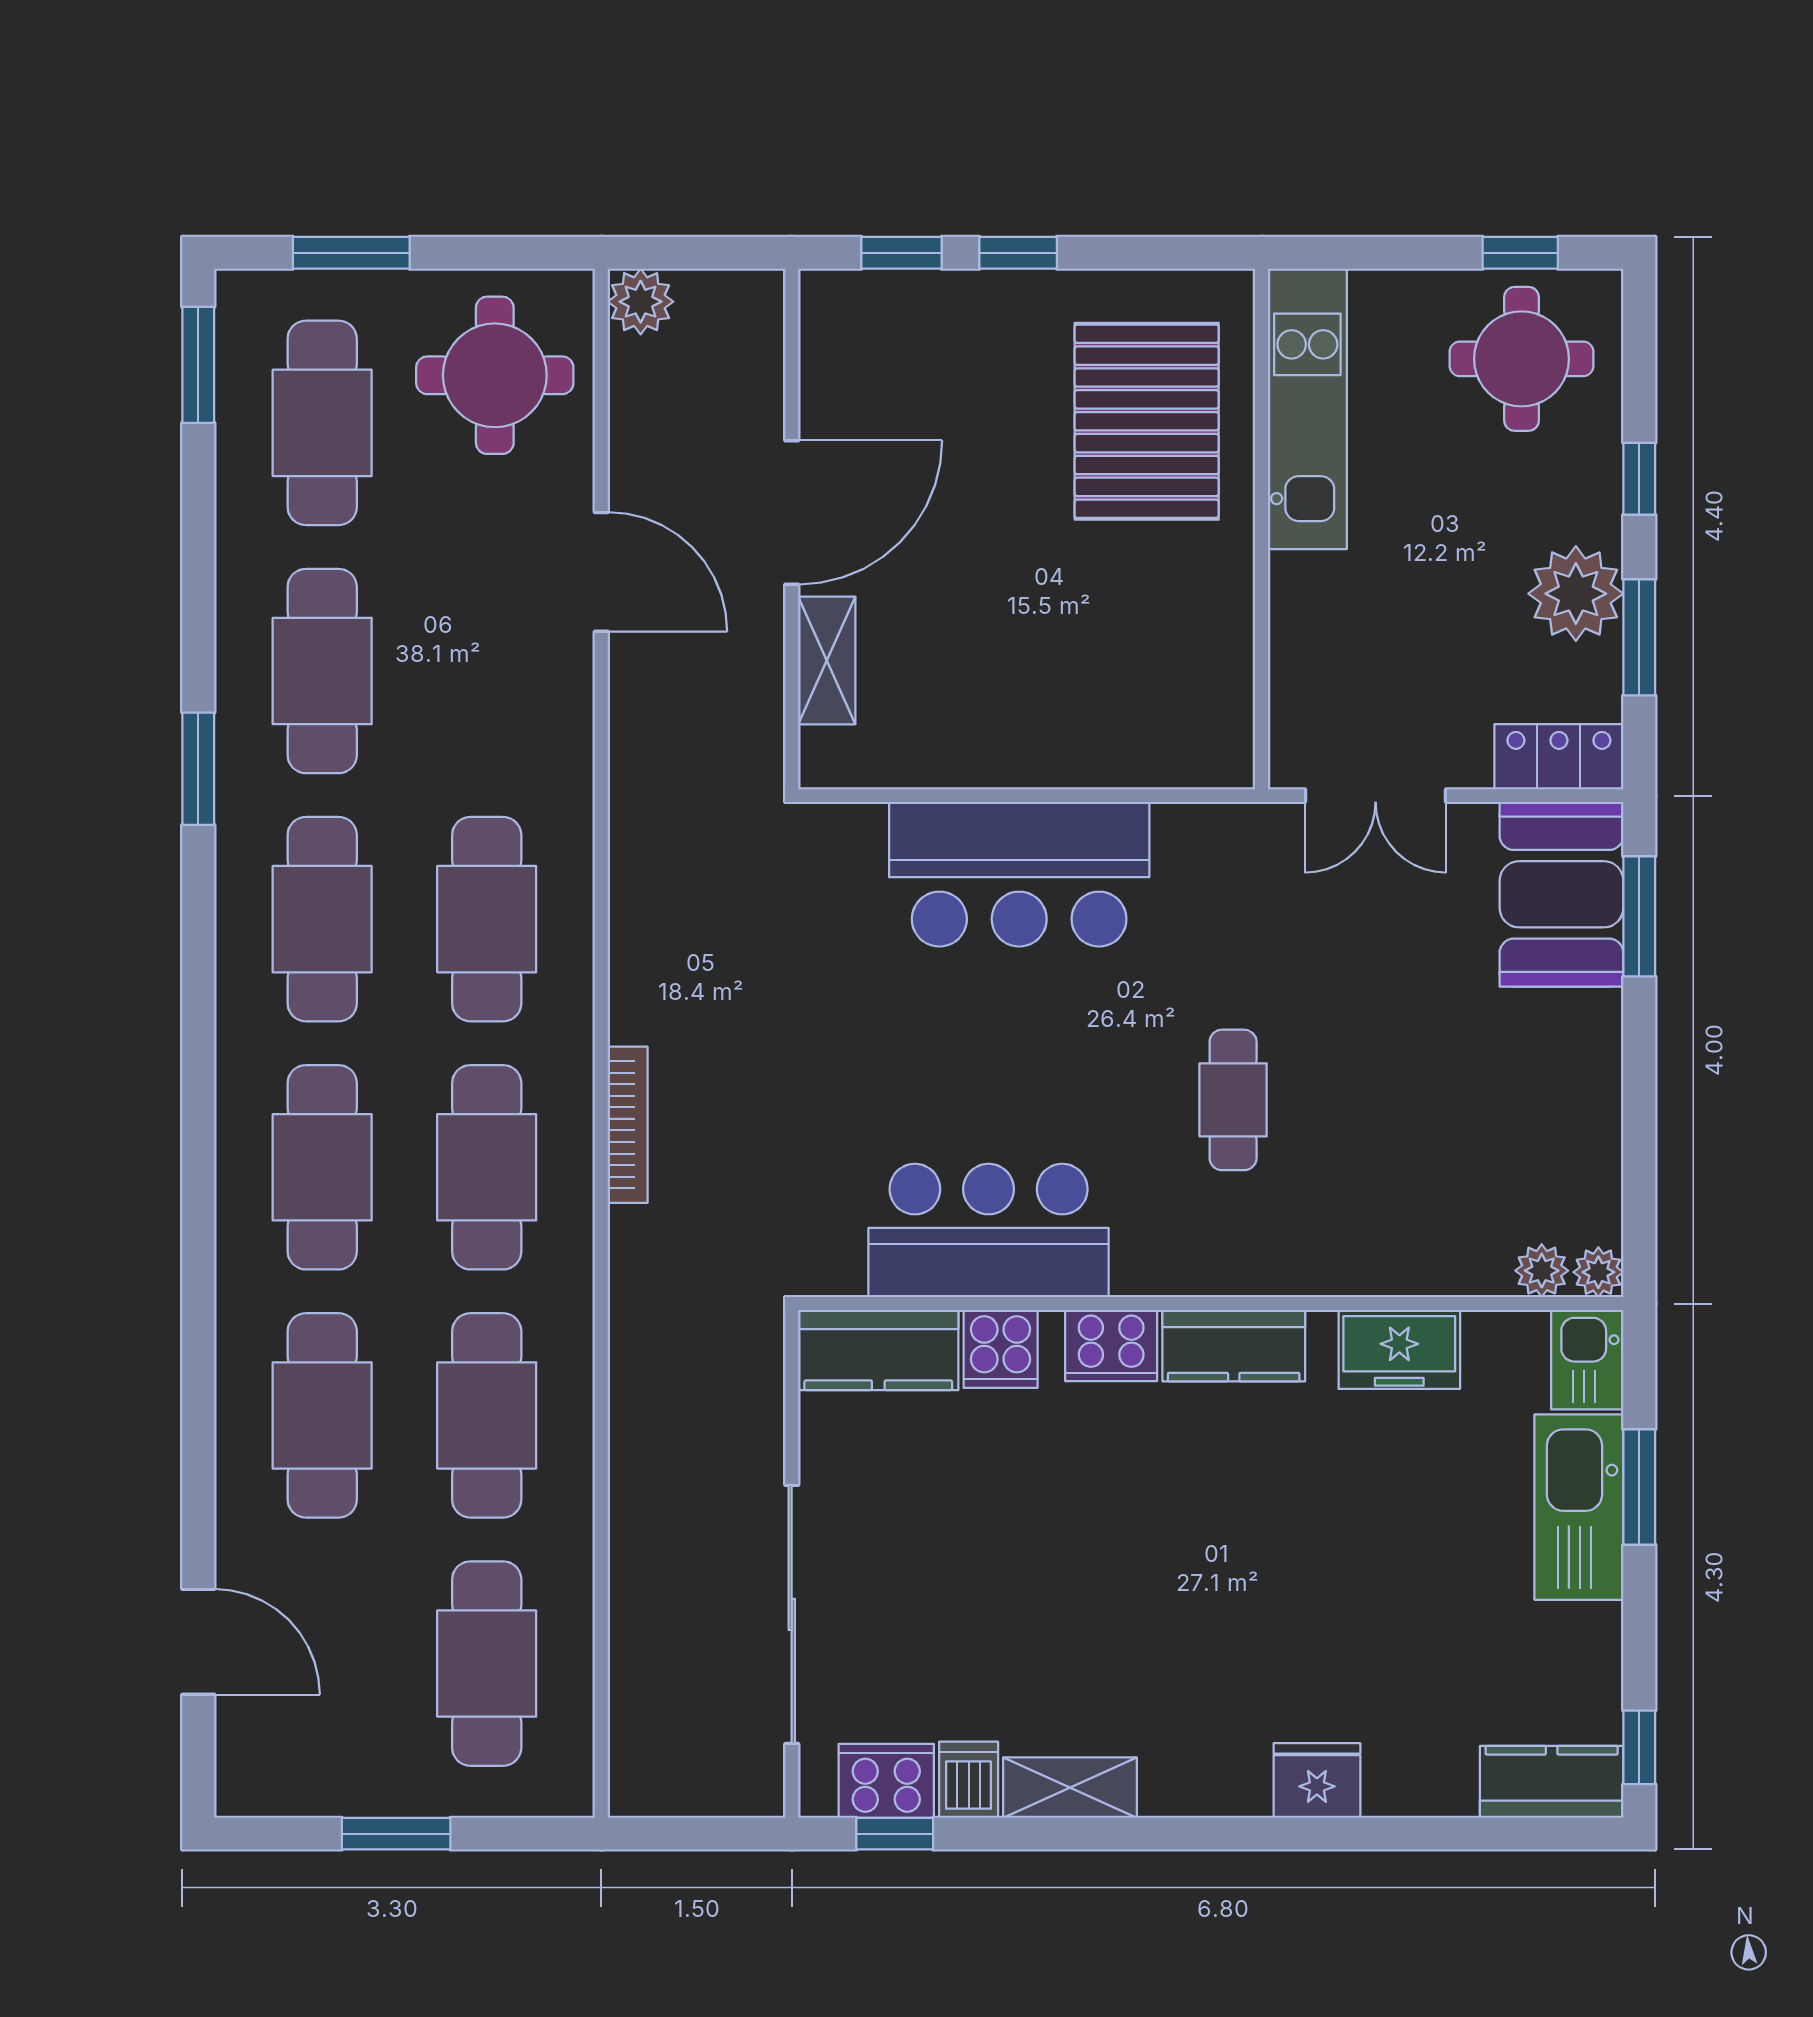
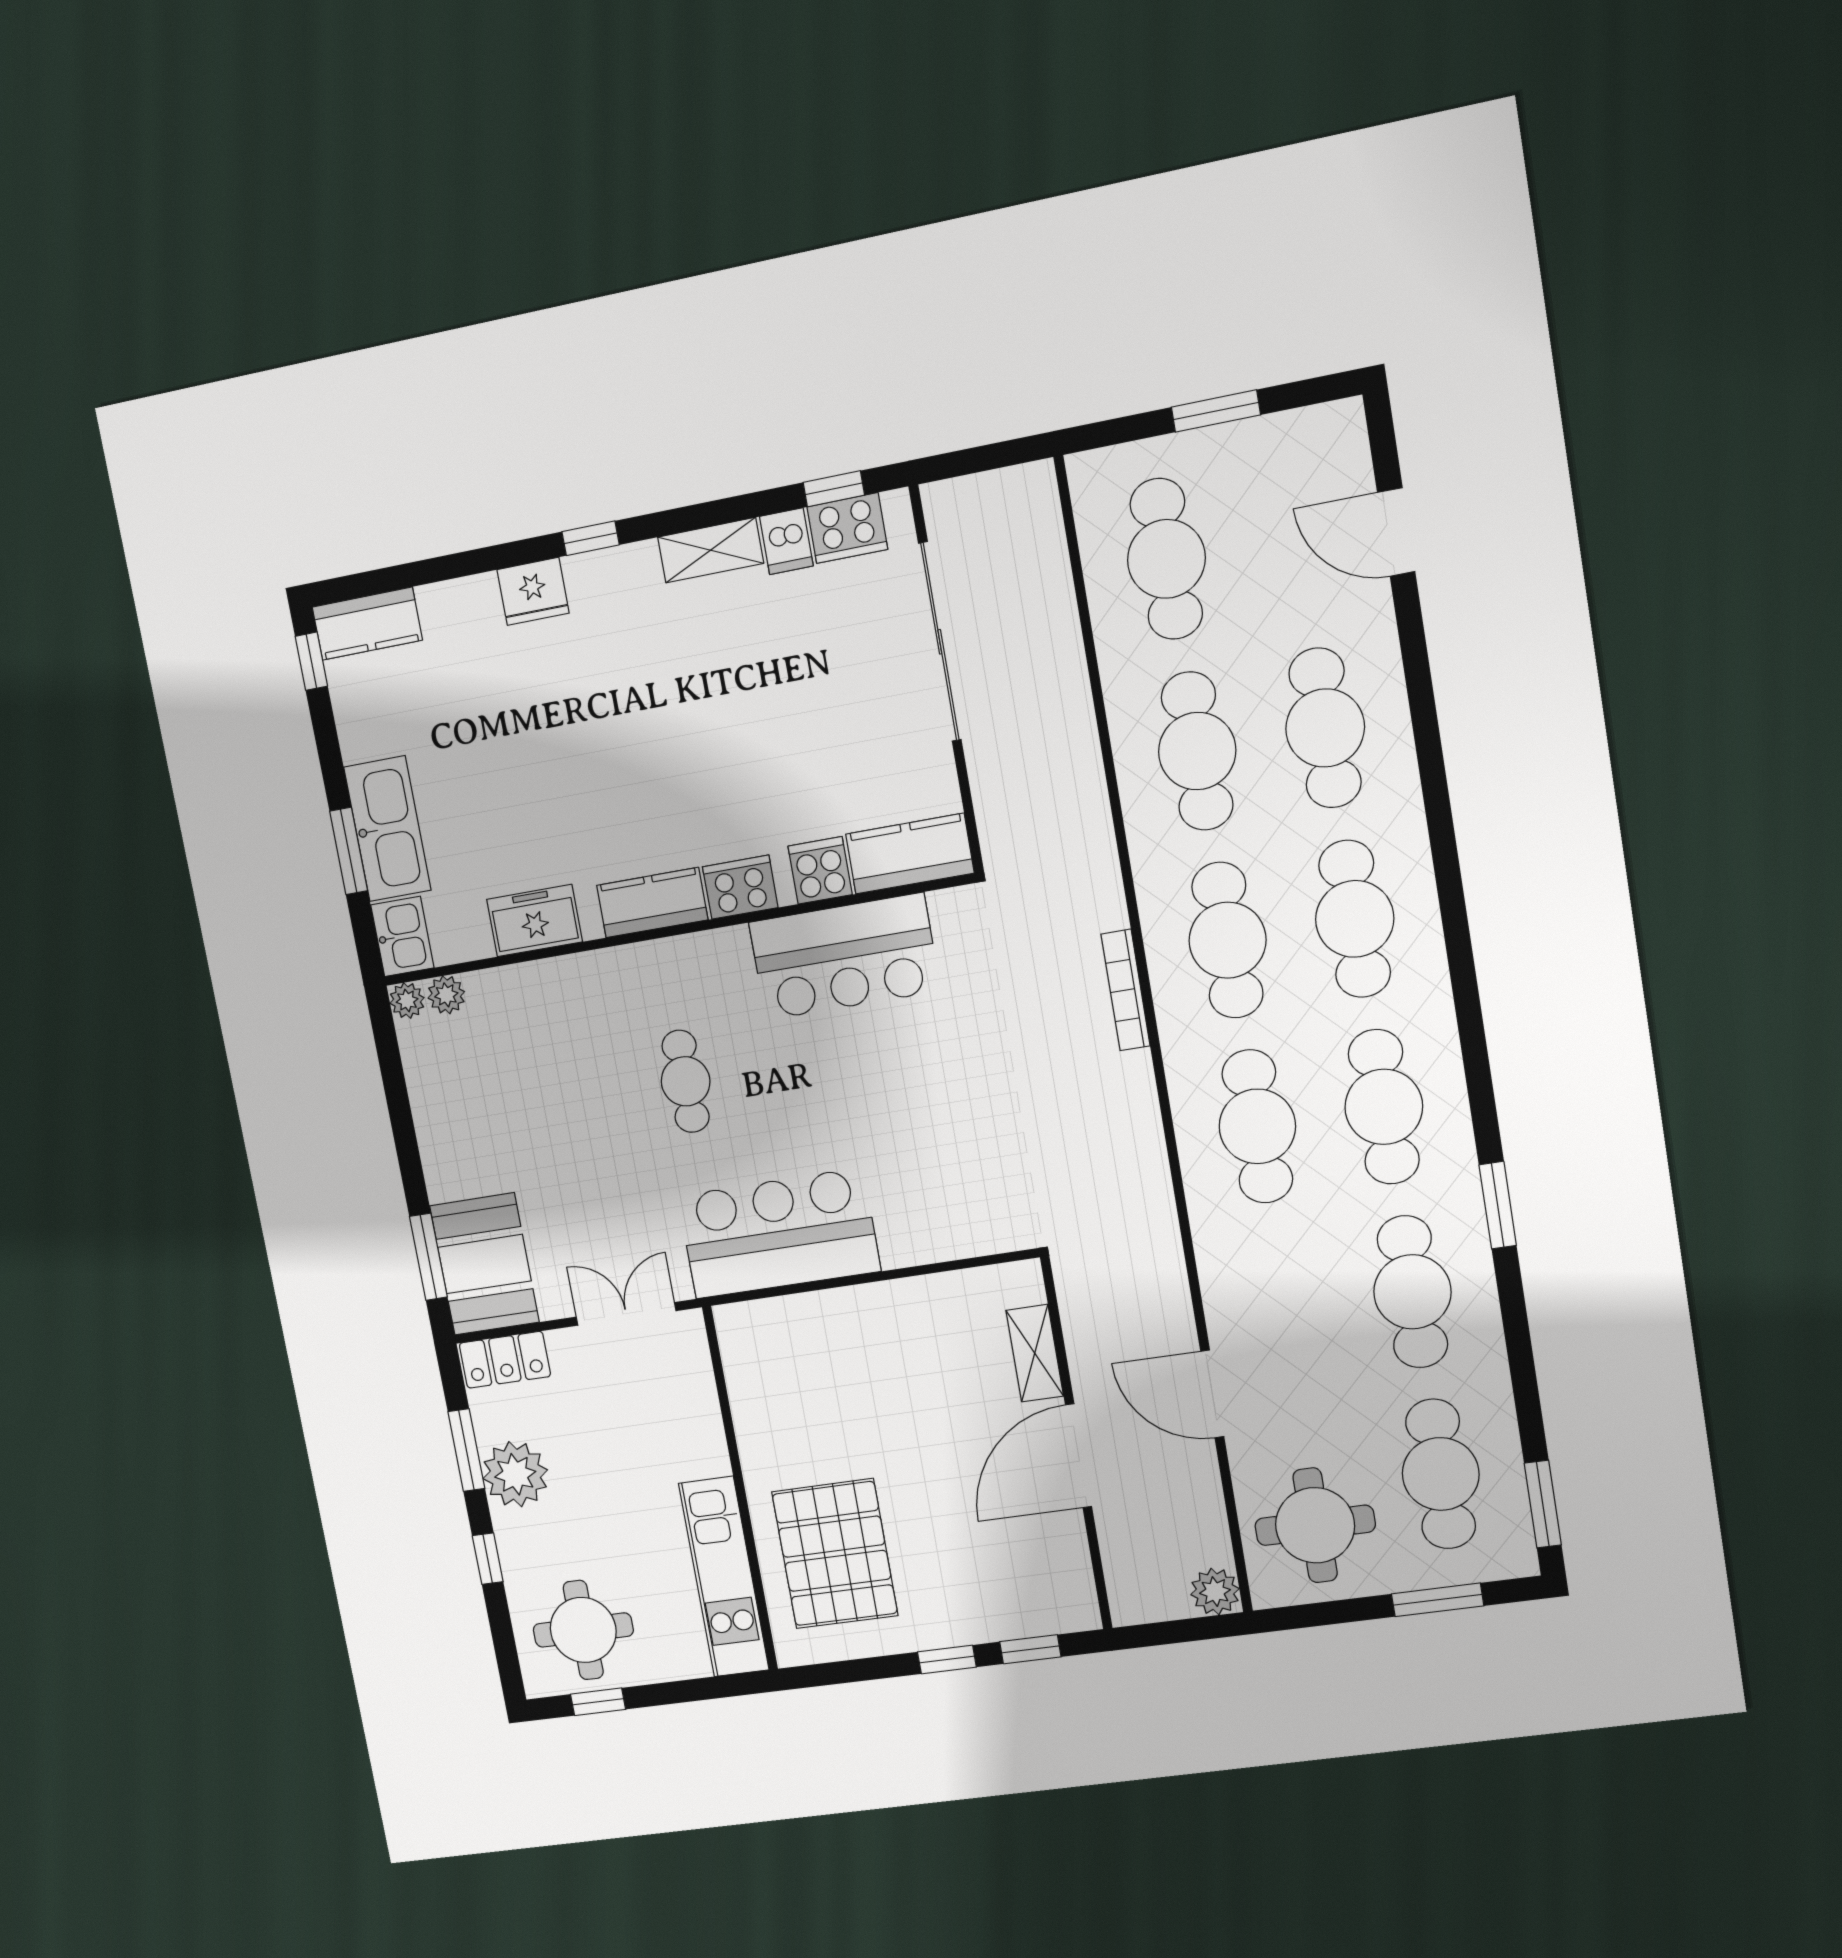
bar counter: (1019, 874) -> (779, 1234), moved
window: (1226, 1834) -> (591, 538), added

